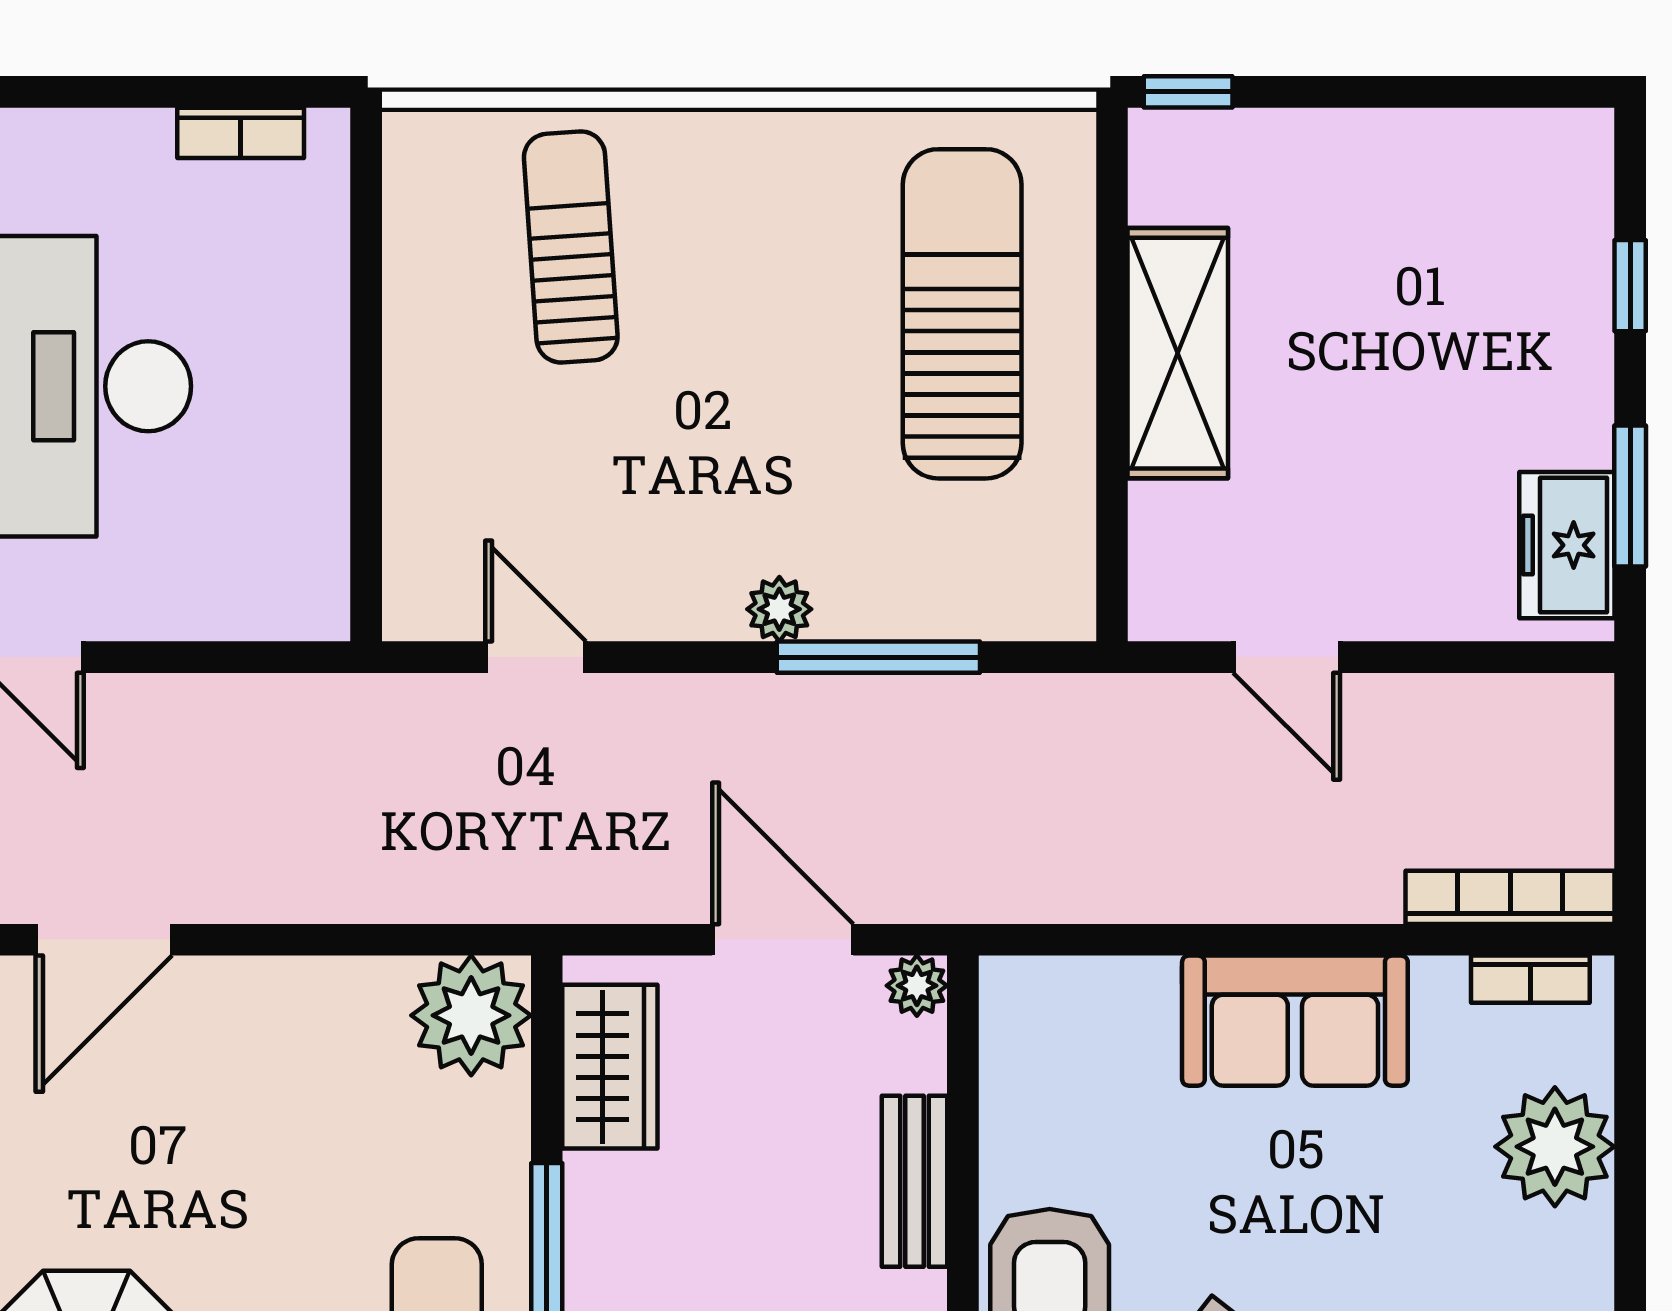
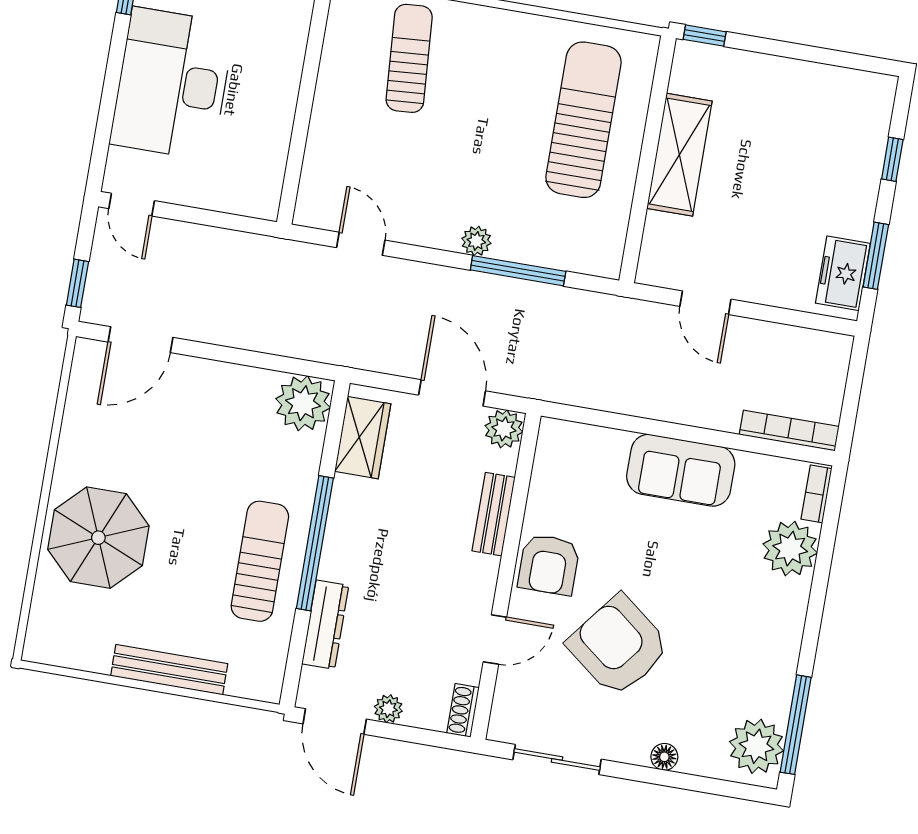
bookcase: (1530, 979) -> (816, 494), moved, turned 90
plant: (917, 986) -> (504, 429), width x1.38, depth x1.38

